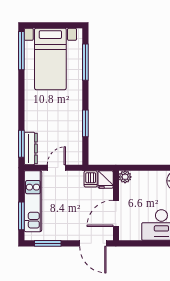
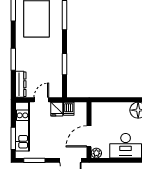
window: (21, 144) -> (13, 59), moved
plant: (125, 177) -> (96, 153), moved
fridge: (106, 179) -> (57, 109), moved

